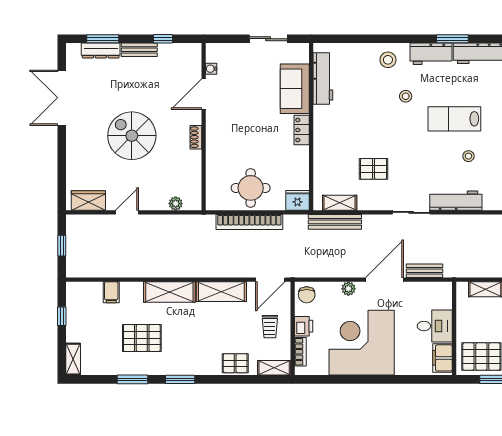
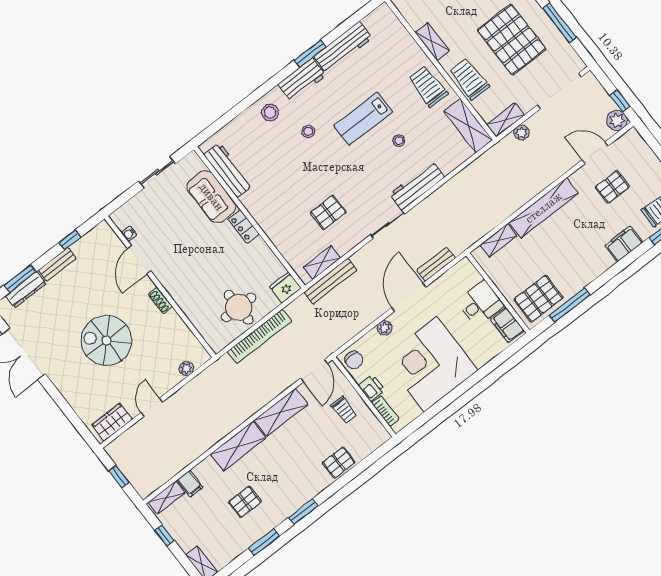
pallet: (142, 338) -> (245, 502), width x0.67, depth x0.71
shelving: (274, 368) -> (167, 498), moved

